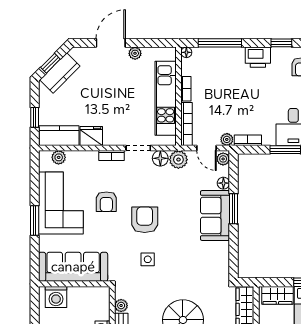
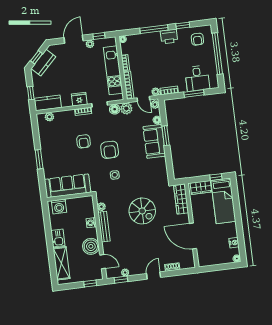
window: (150, 43) -> (99, 36), added
window: (220, 43) -> (154, 29), moved
fridge: (91, 136) -> (79, 99), moved
corner sofa: (61, 203) -> (54, 146), removed
armchair: (145, 220) -> (110, 150), turned 180

